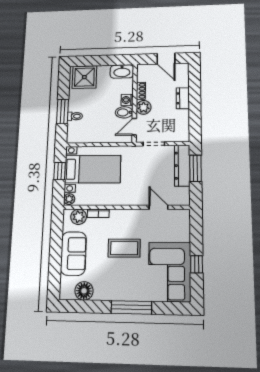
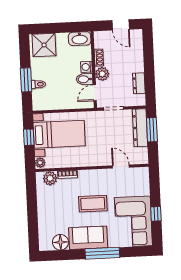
dresser: (183, 98) -> (139, 83), moved
sofa: (73, 253) -> (88, 238), moved, turned -90

